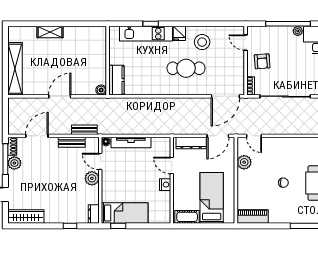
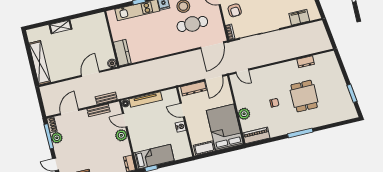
cafe table: (186, 68) -> (192, 24), moved
door: (60, 96) -> (91, 74), moved
plant: (244, 162) -> (244, 114), moved
bed: (212, 198) -> (225, 127), width x1.50

